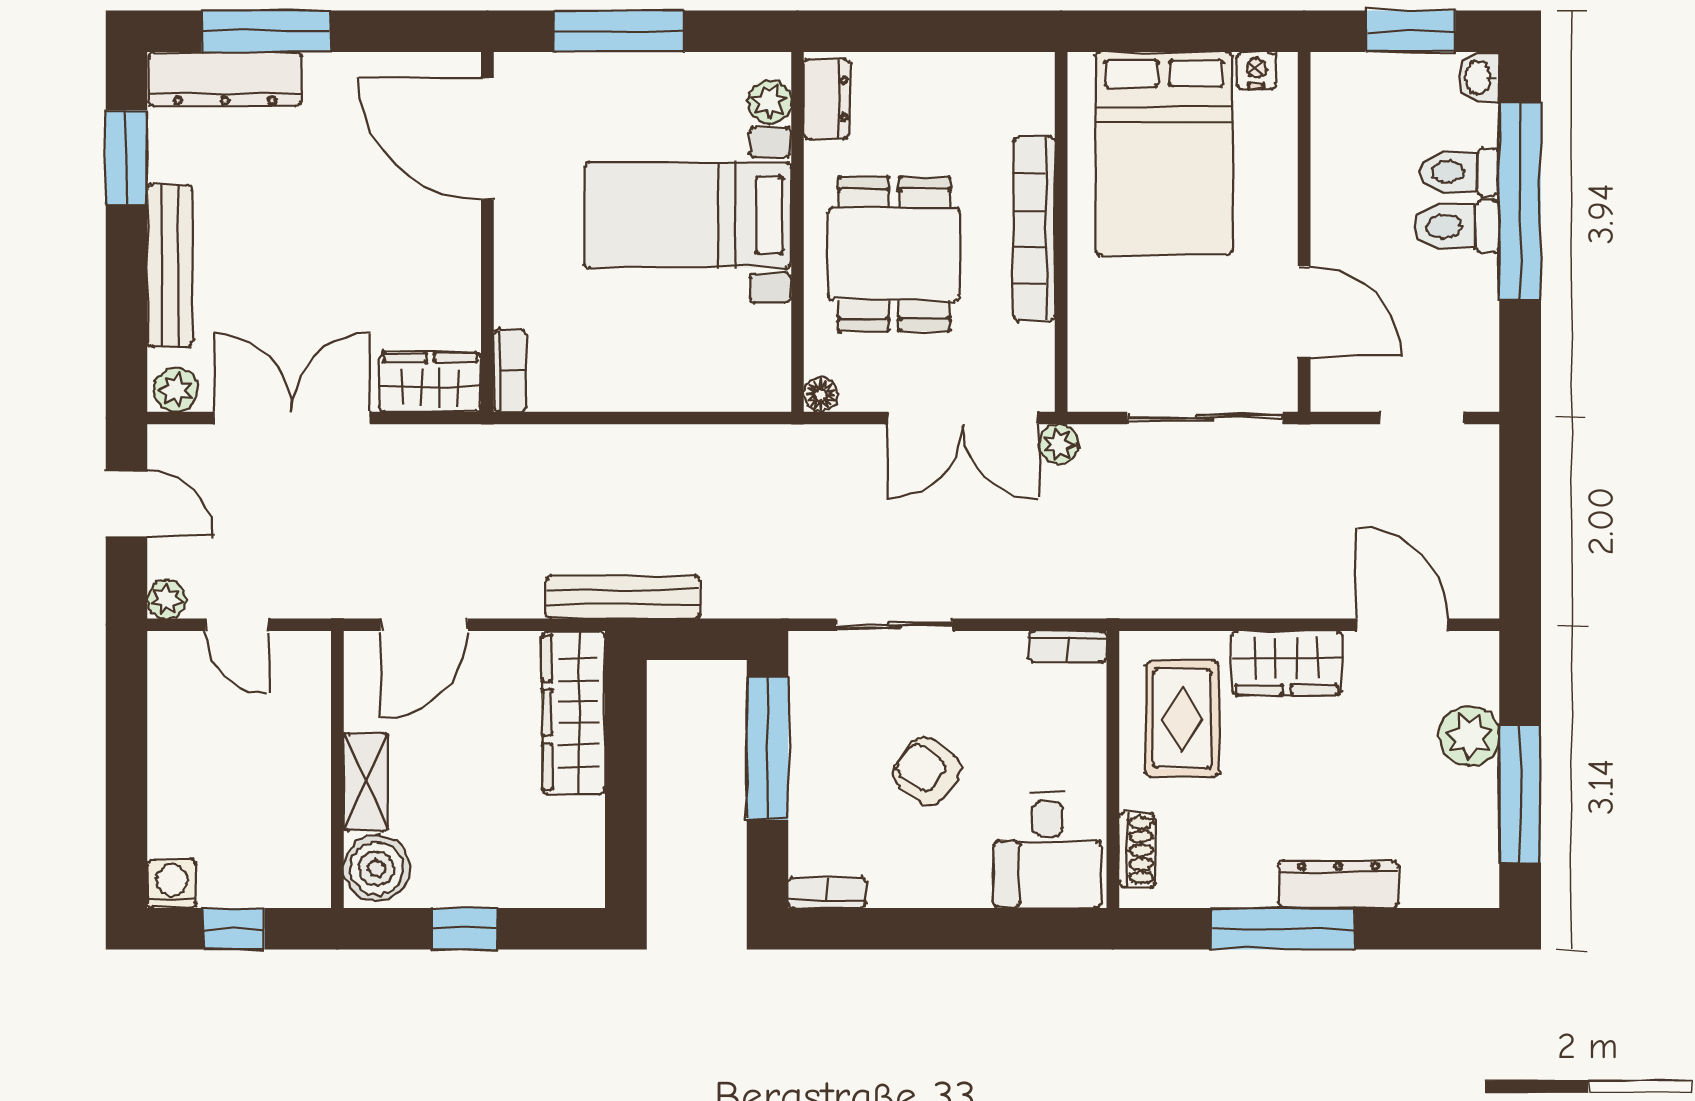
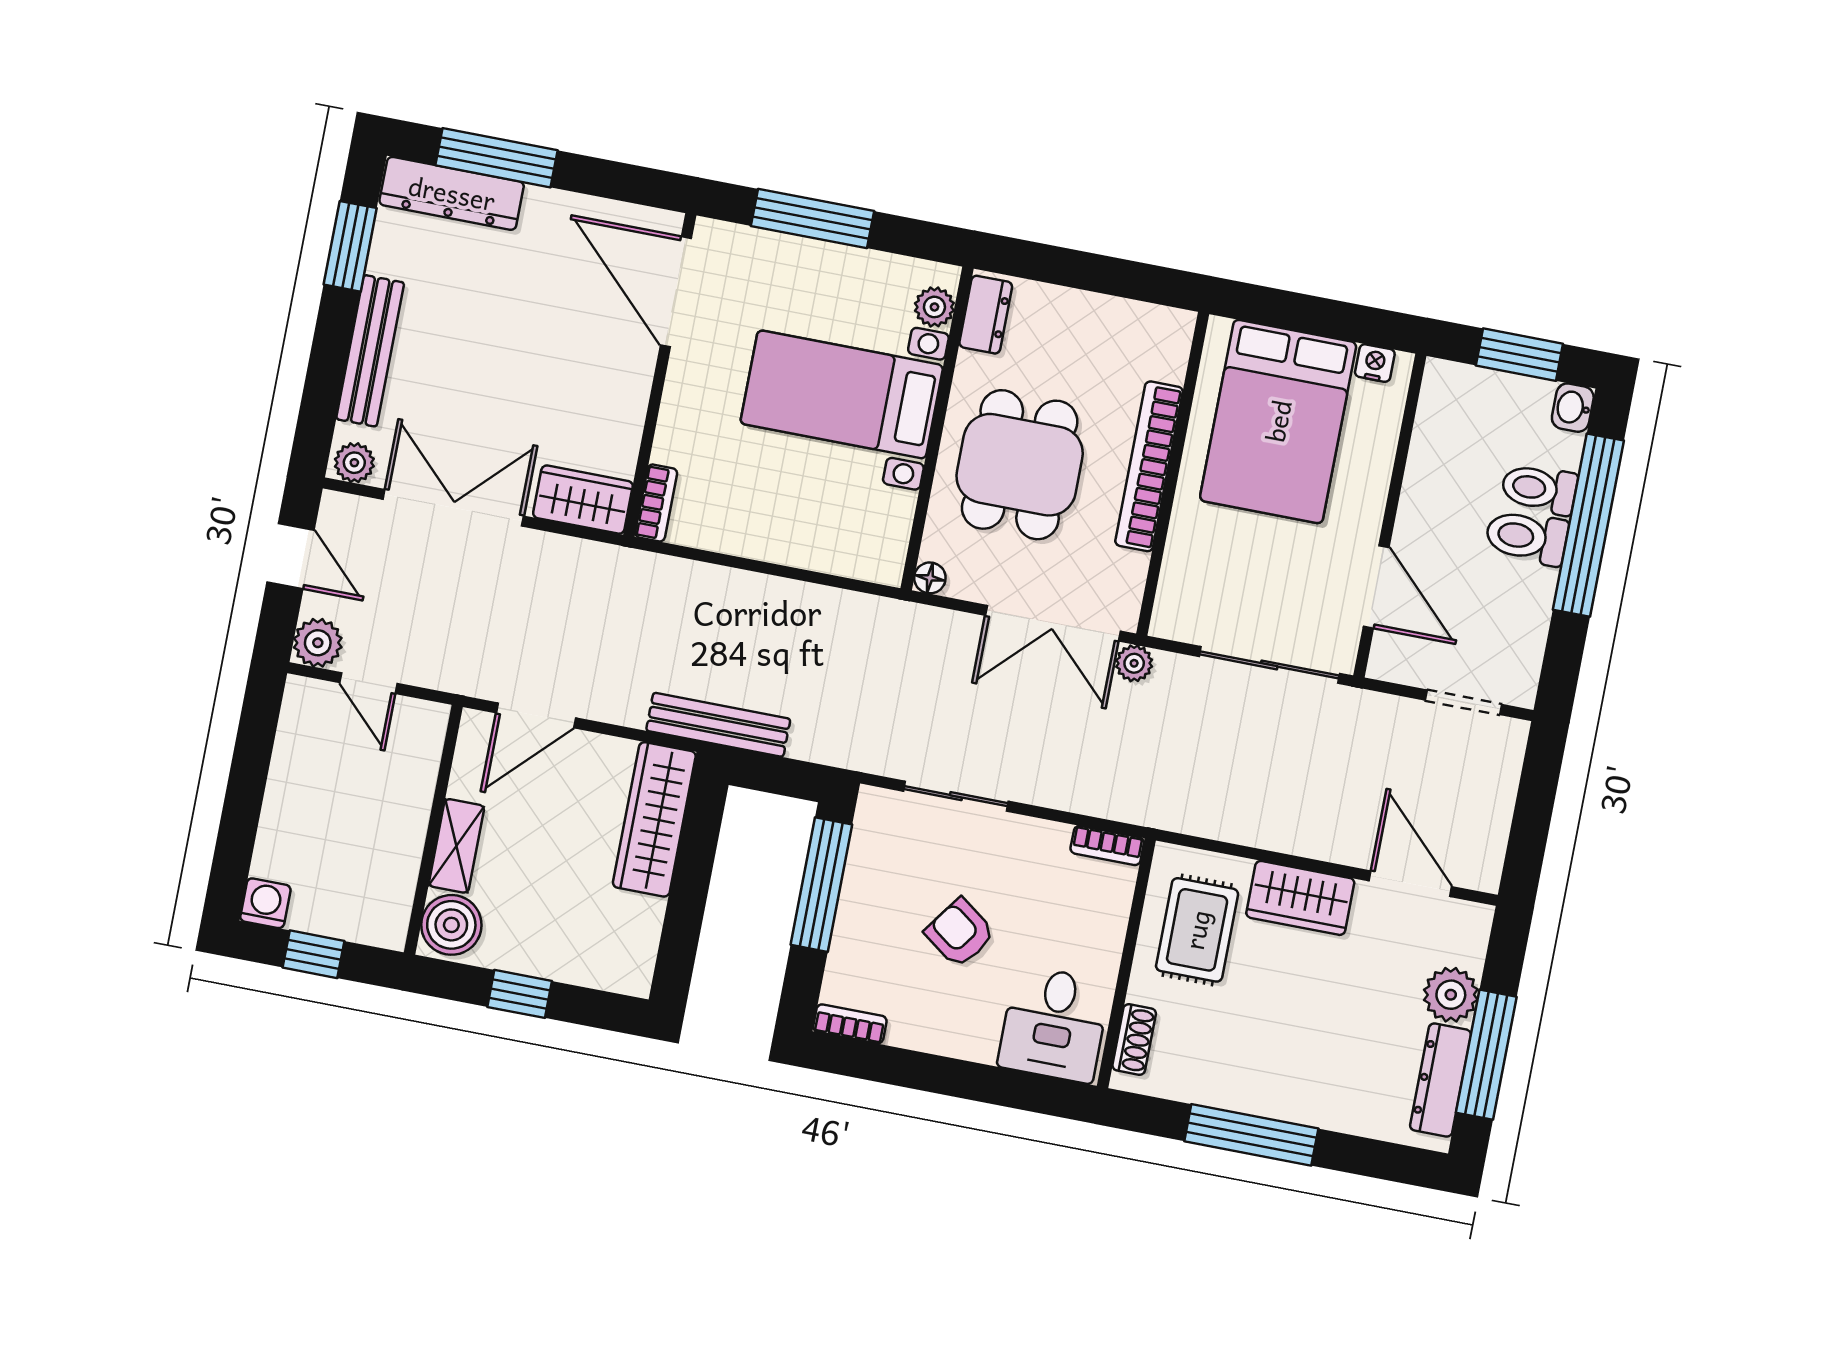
plant: (167, 599) -> (318, 643), width x1.38, depth x1.38
dresser: (1338, 885) -> (1441, 1080), moved, turned -90

